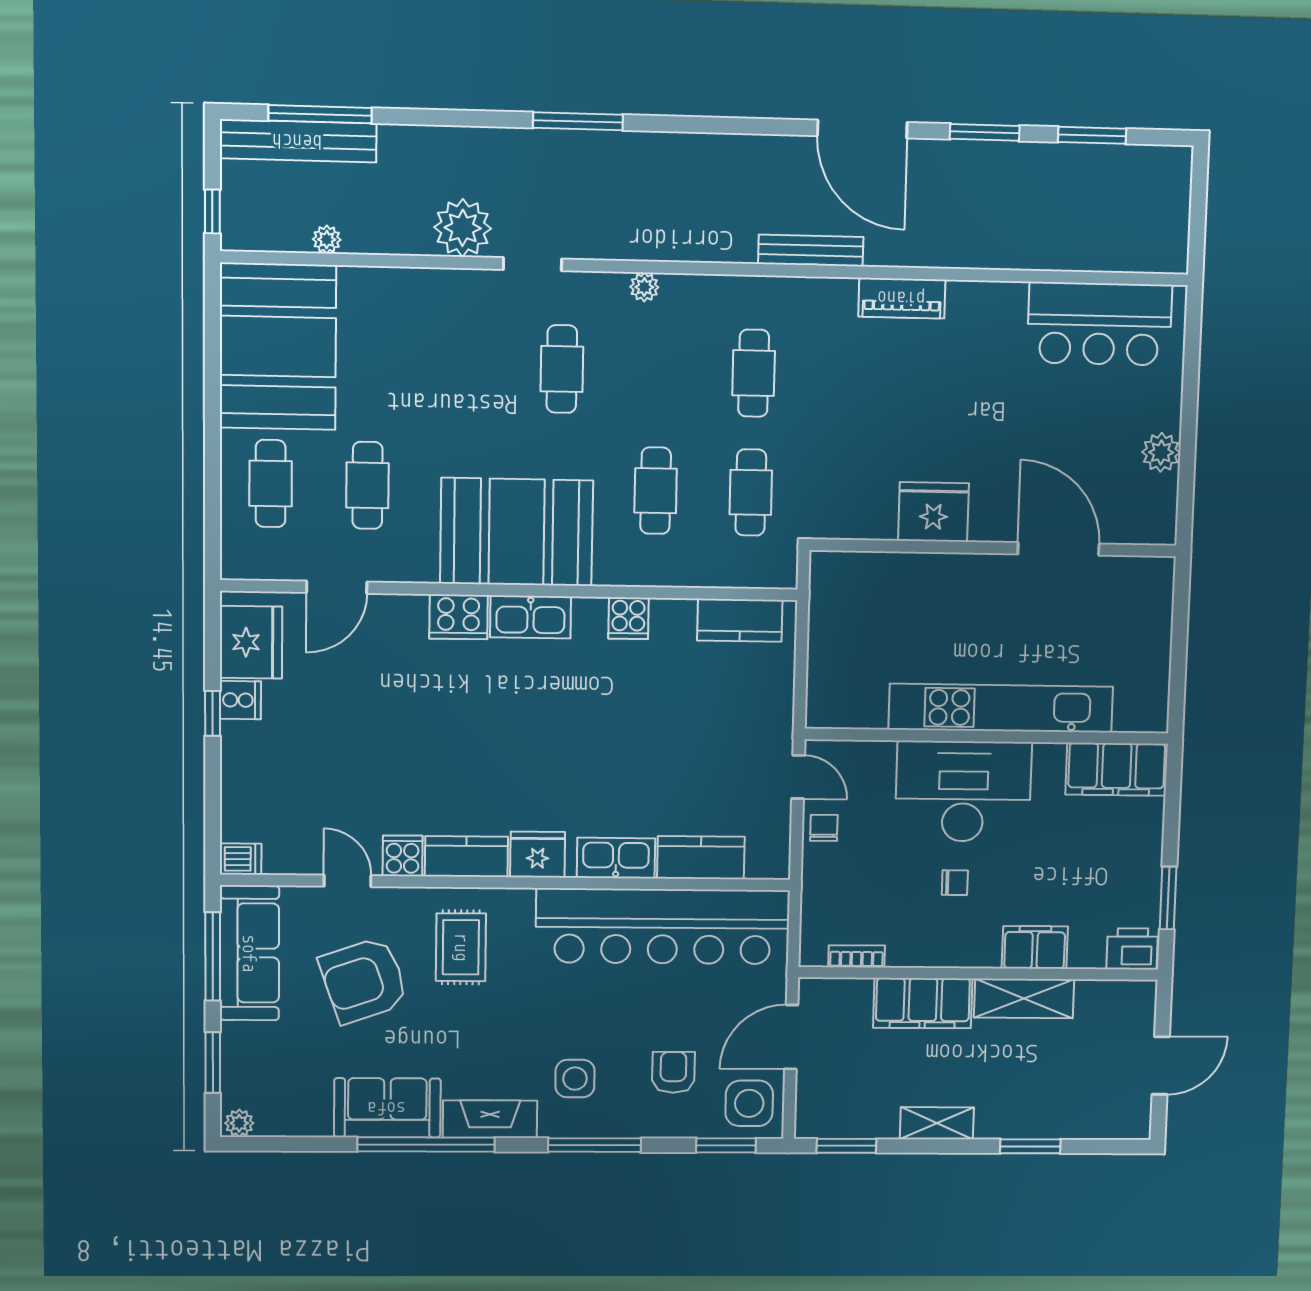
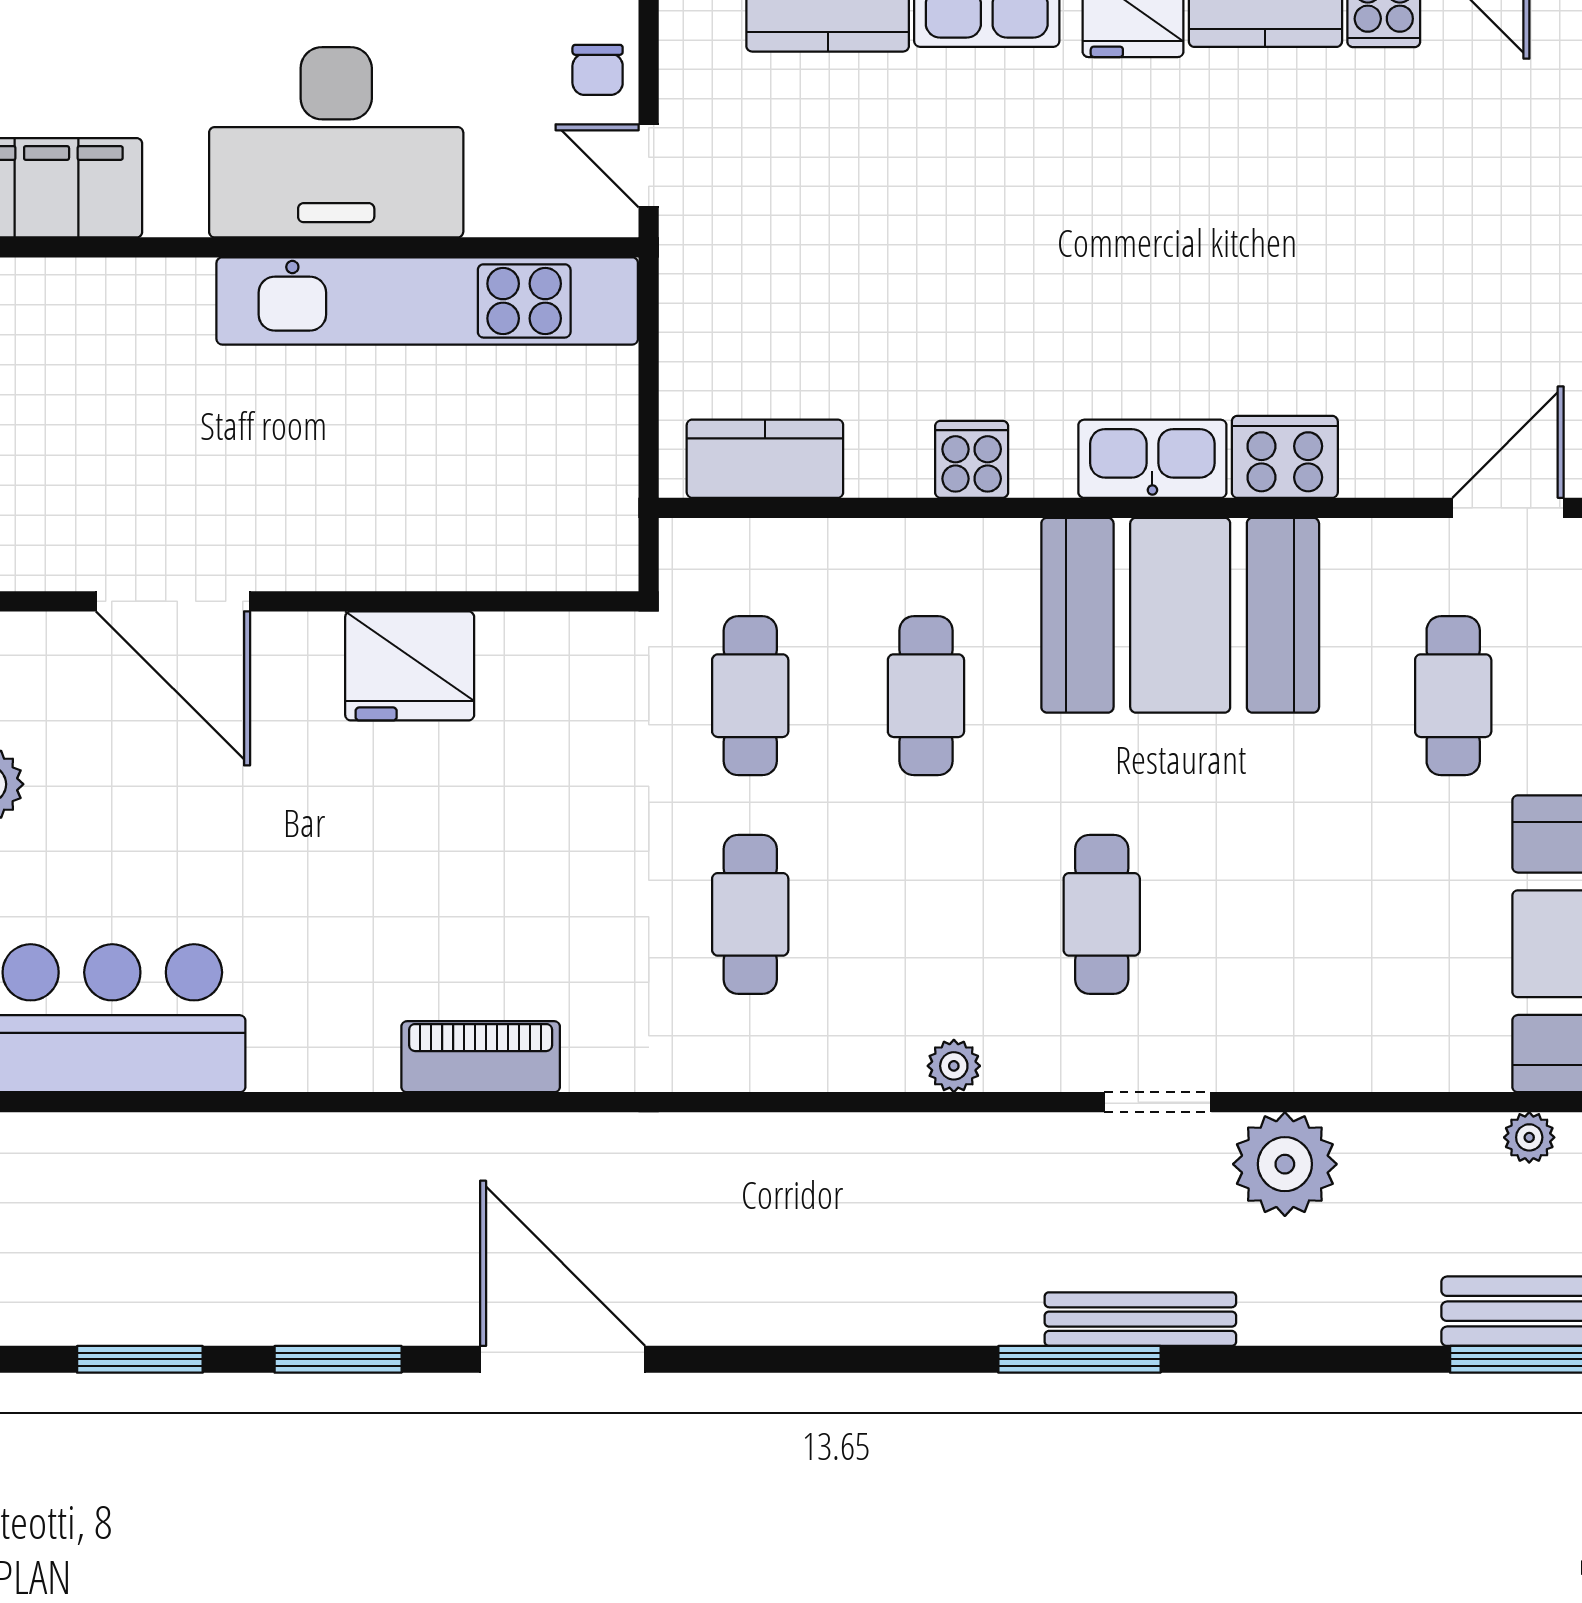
bench: (811, 250) -> (1140, 1319), moved
kitchen unit: (1001, 708) -> (427, 301), moved

